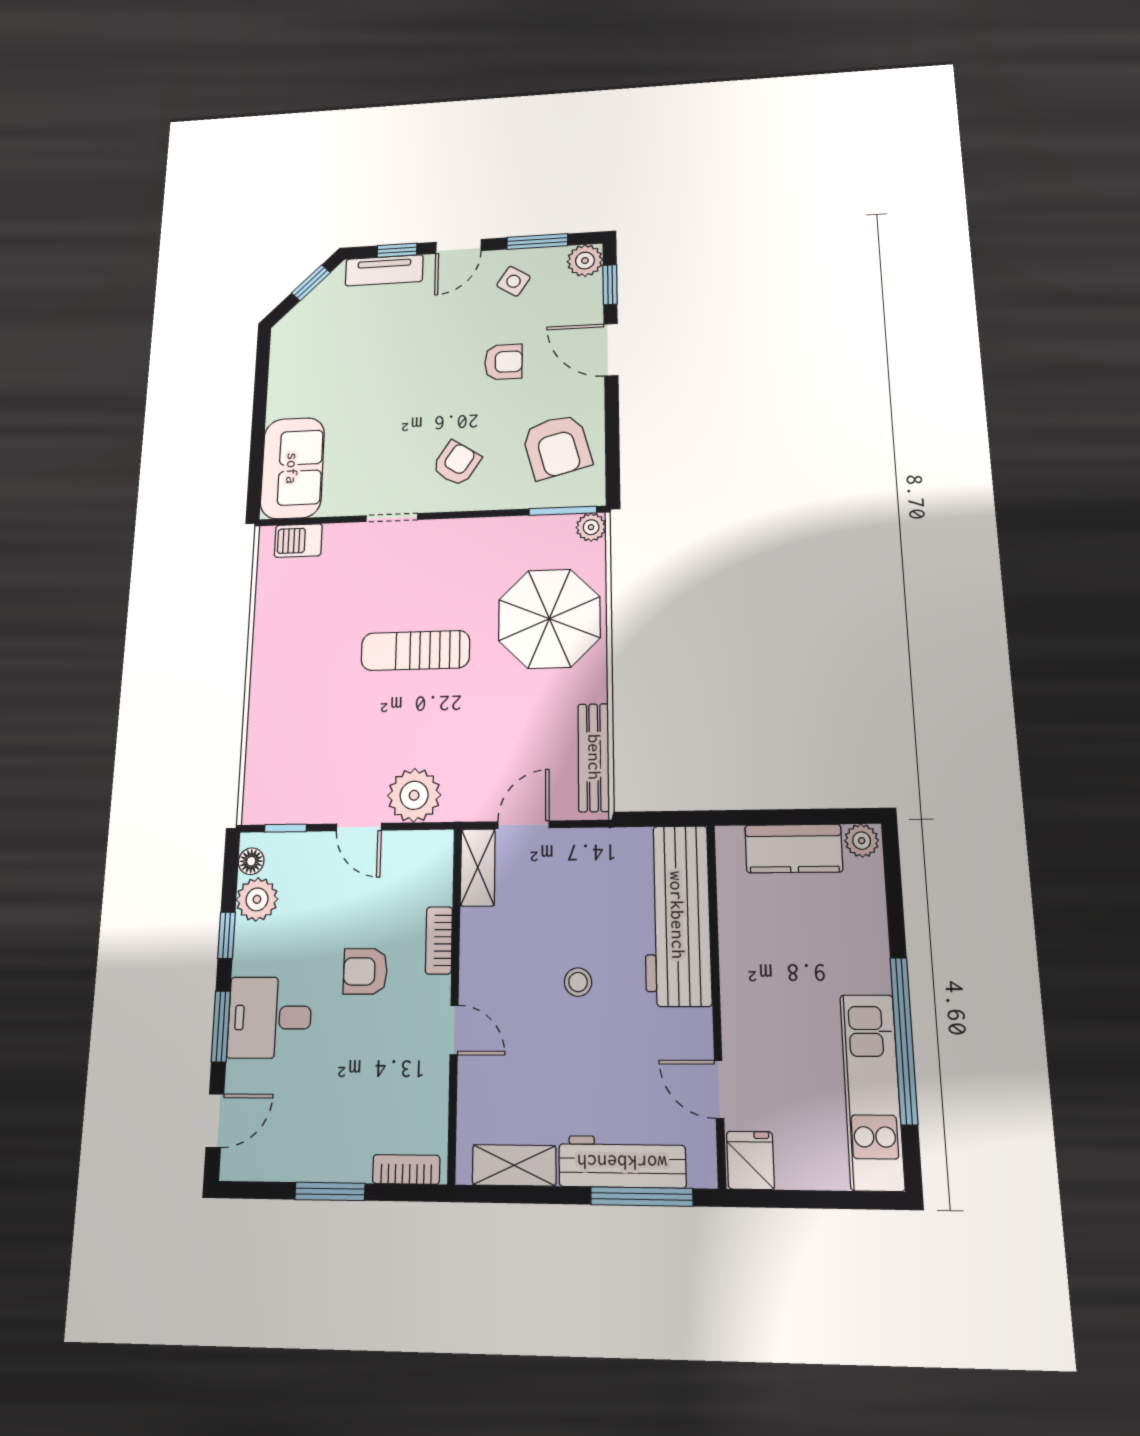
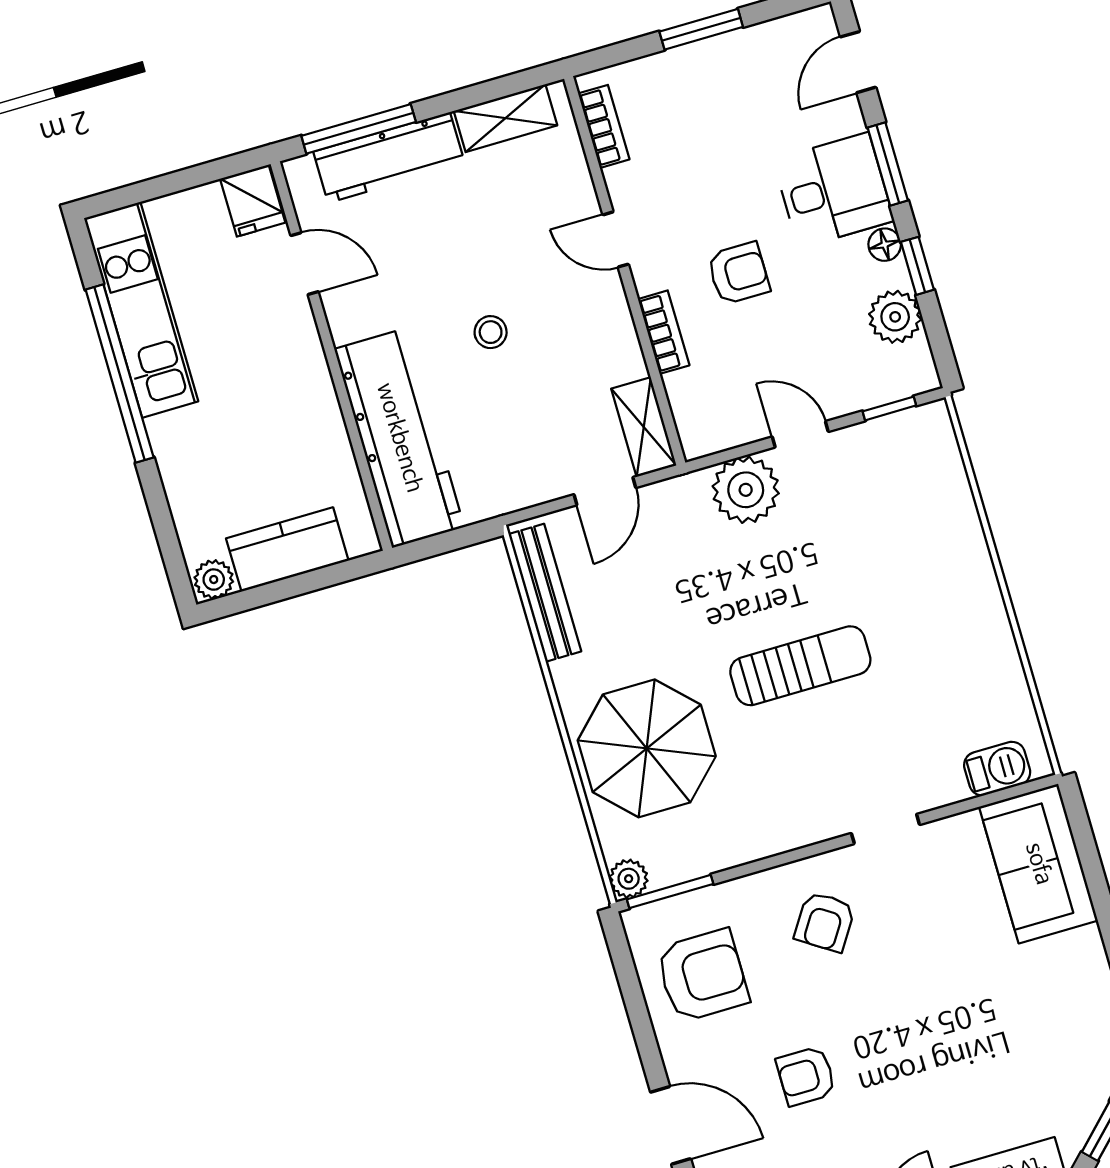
armchair: (557, 446) -> (702, 976), turned 105
floor lamp: (251, 861) -> (885, 245), moved
bookcase: (406, 1169) -> (604, 126), moved, turned -90

